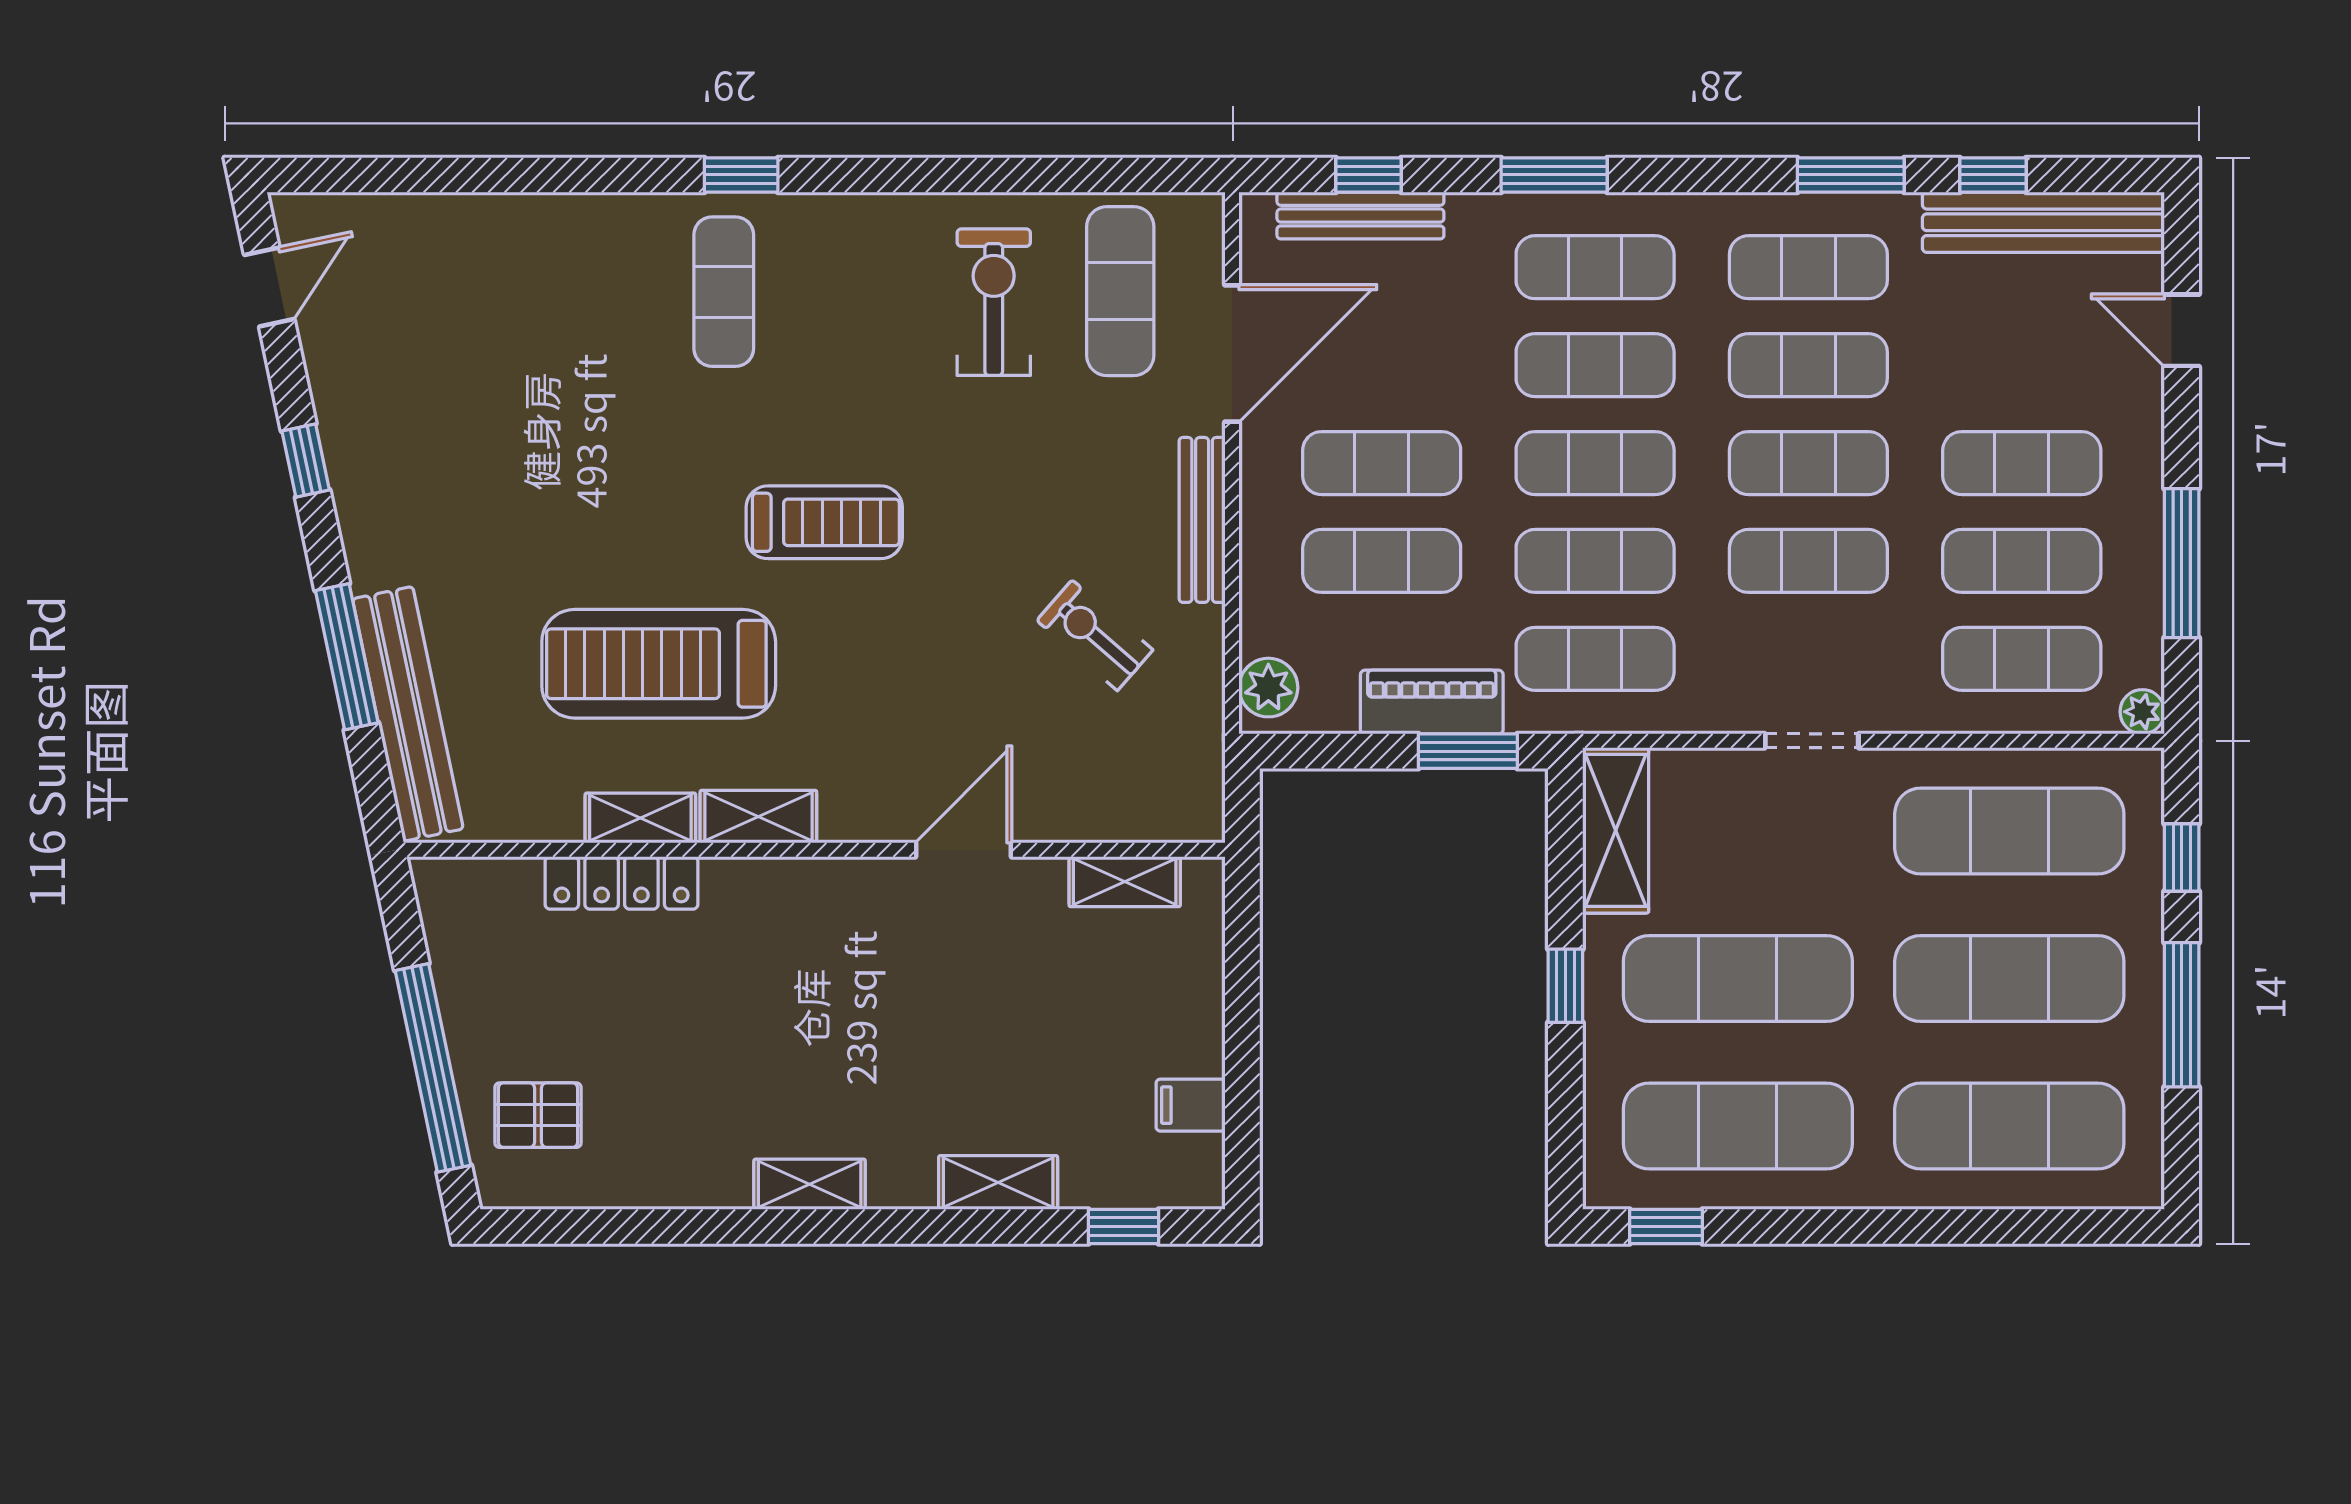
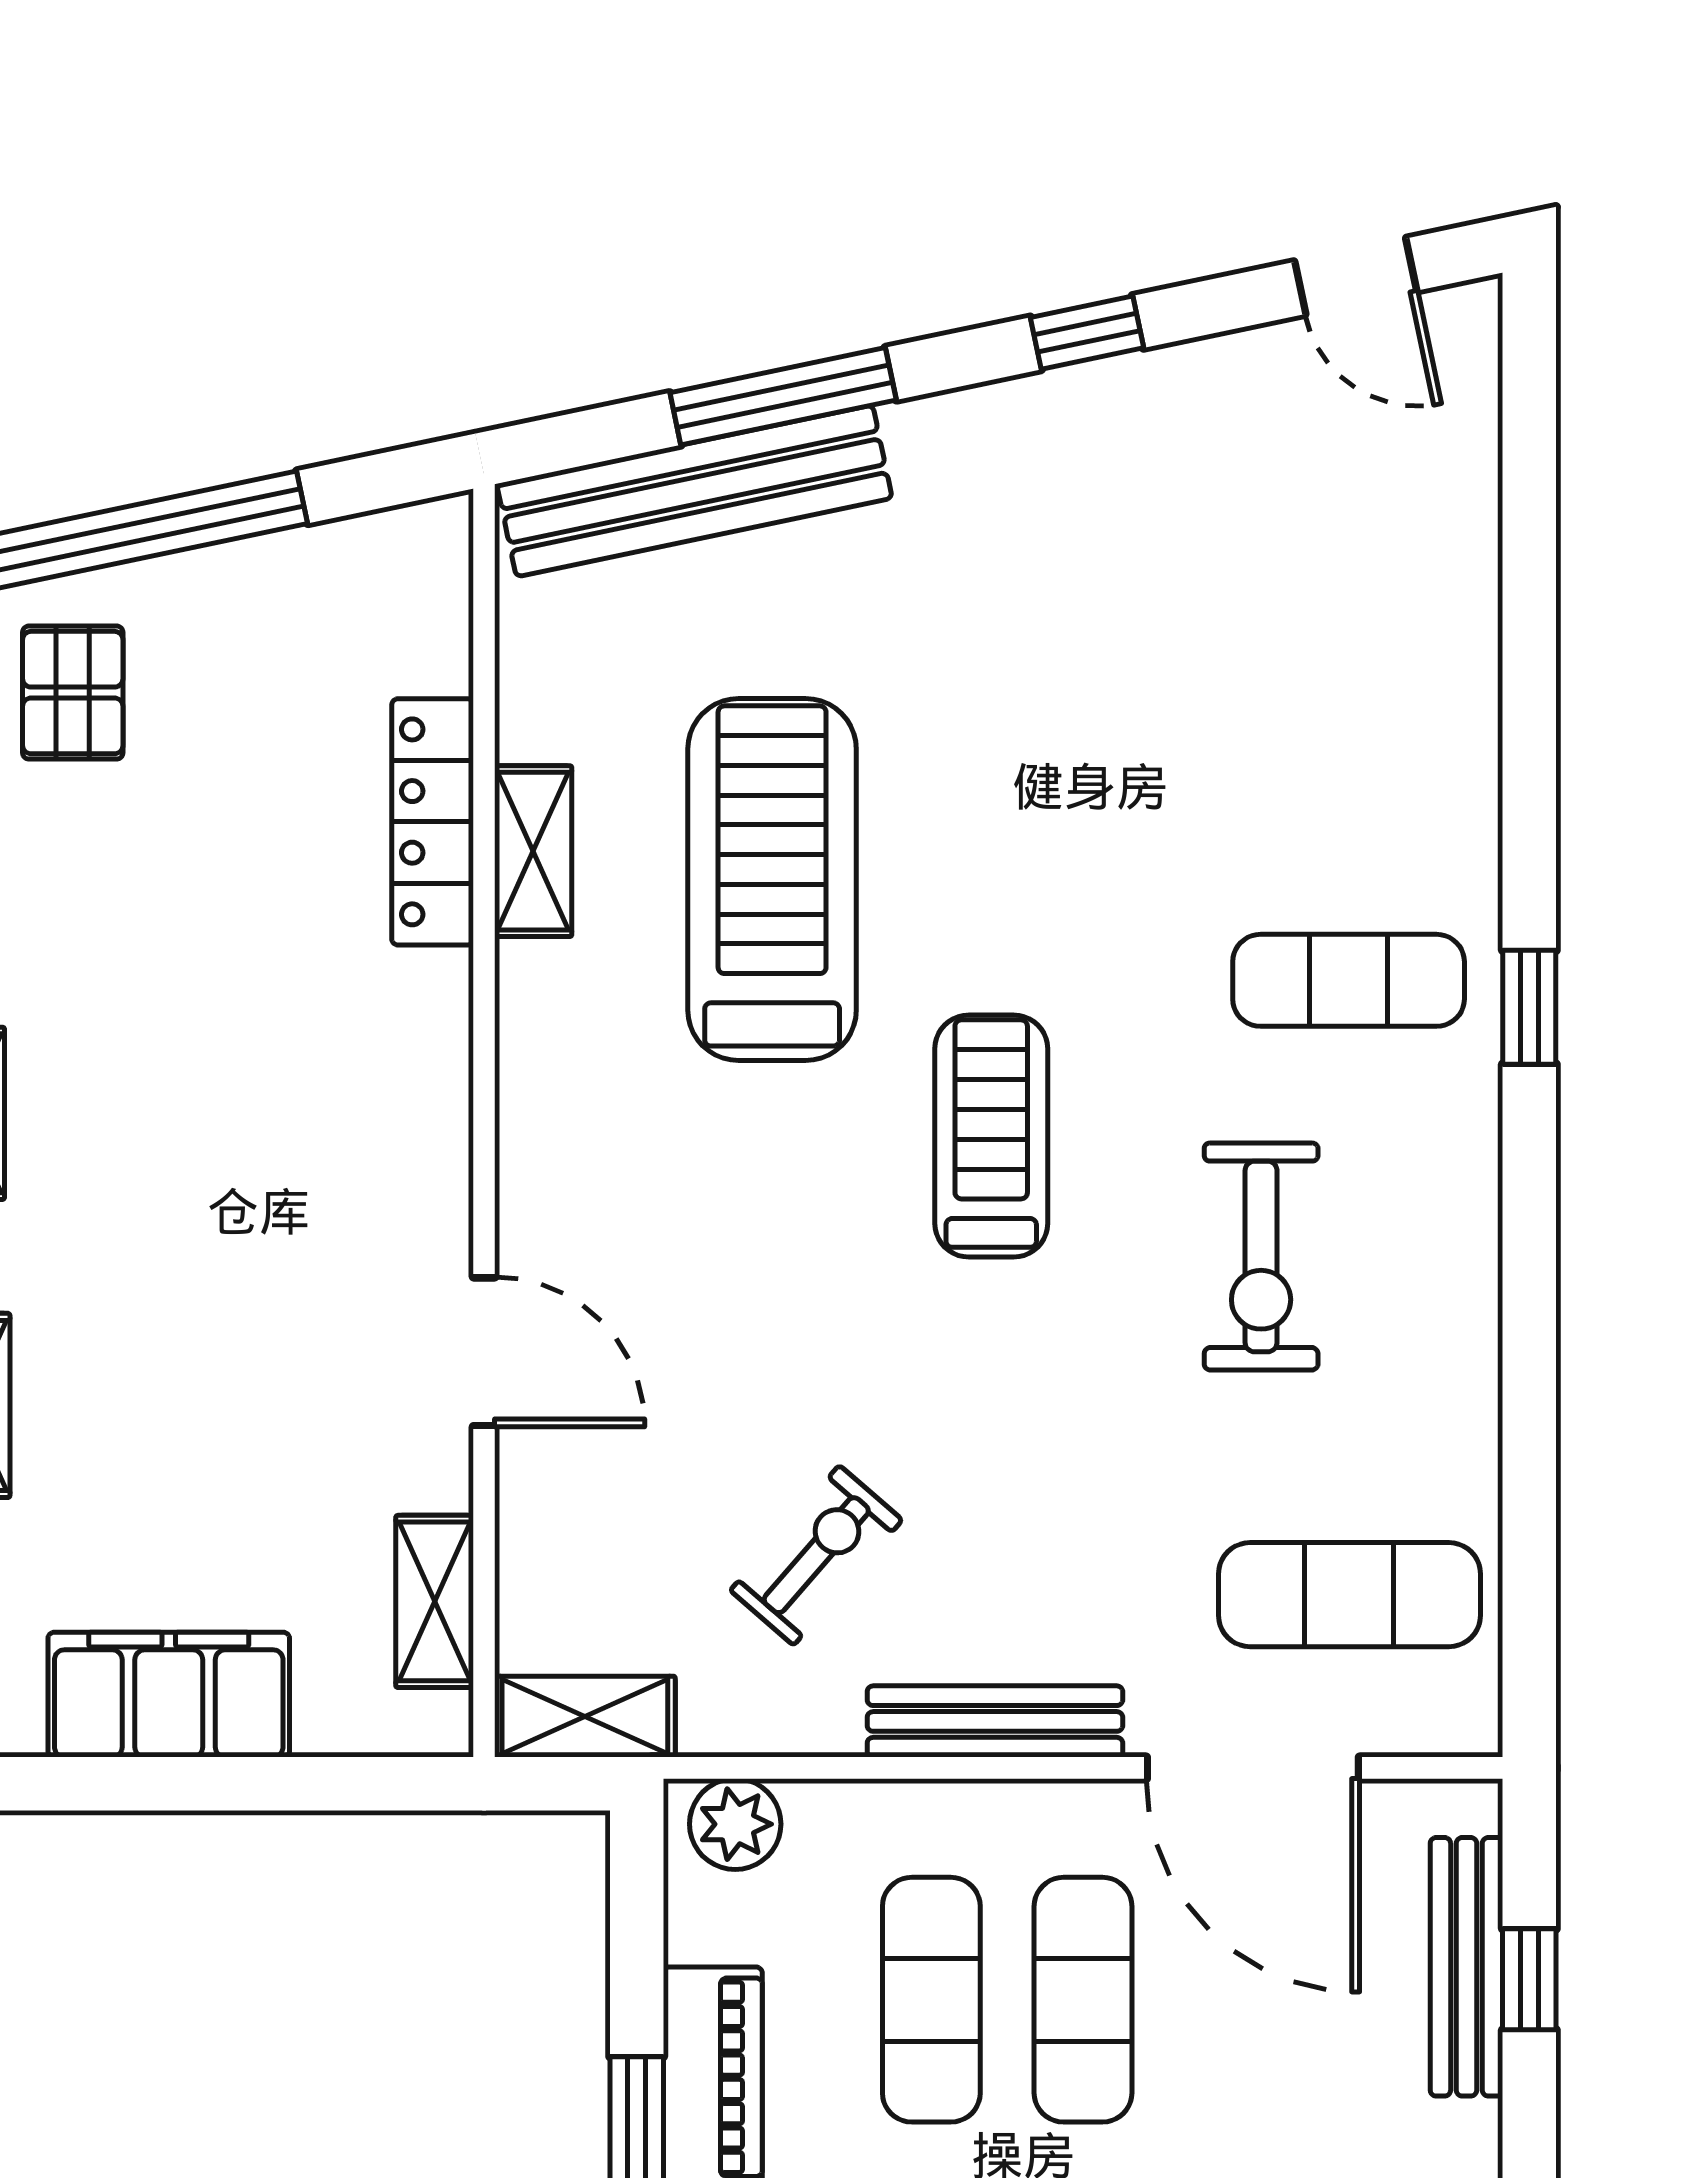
exercise bike: (994, 302) -> (1261, 1257), moved, turned 90
treadmill: (824, 522) -> (991, 1136), turned 180
shelving: (758, 817) -> (585, 1717), moved, turned 90
filing cabinet: (1191, 1105) -> (169, 1695), width x3.00, depth x1.17

